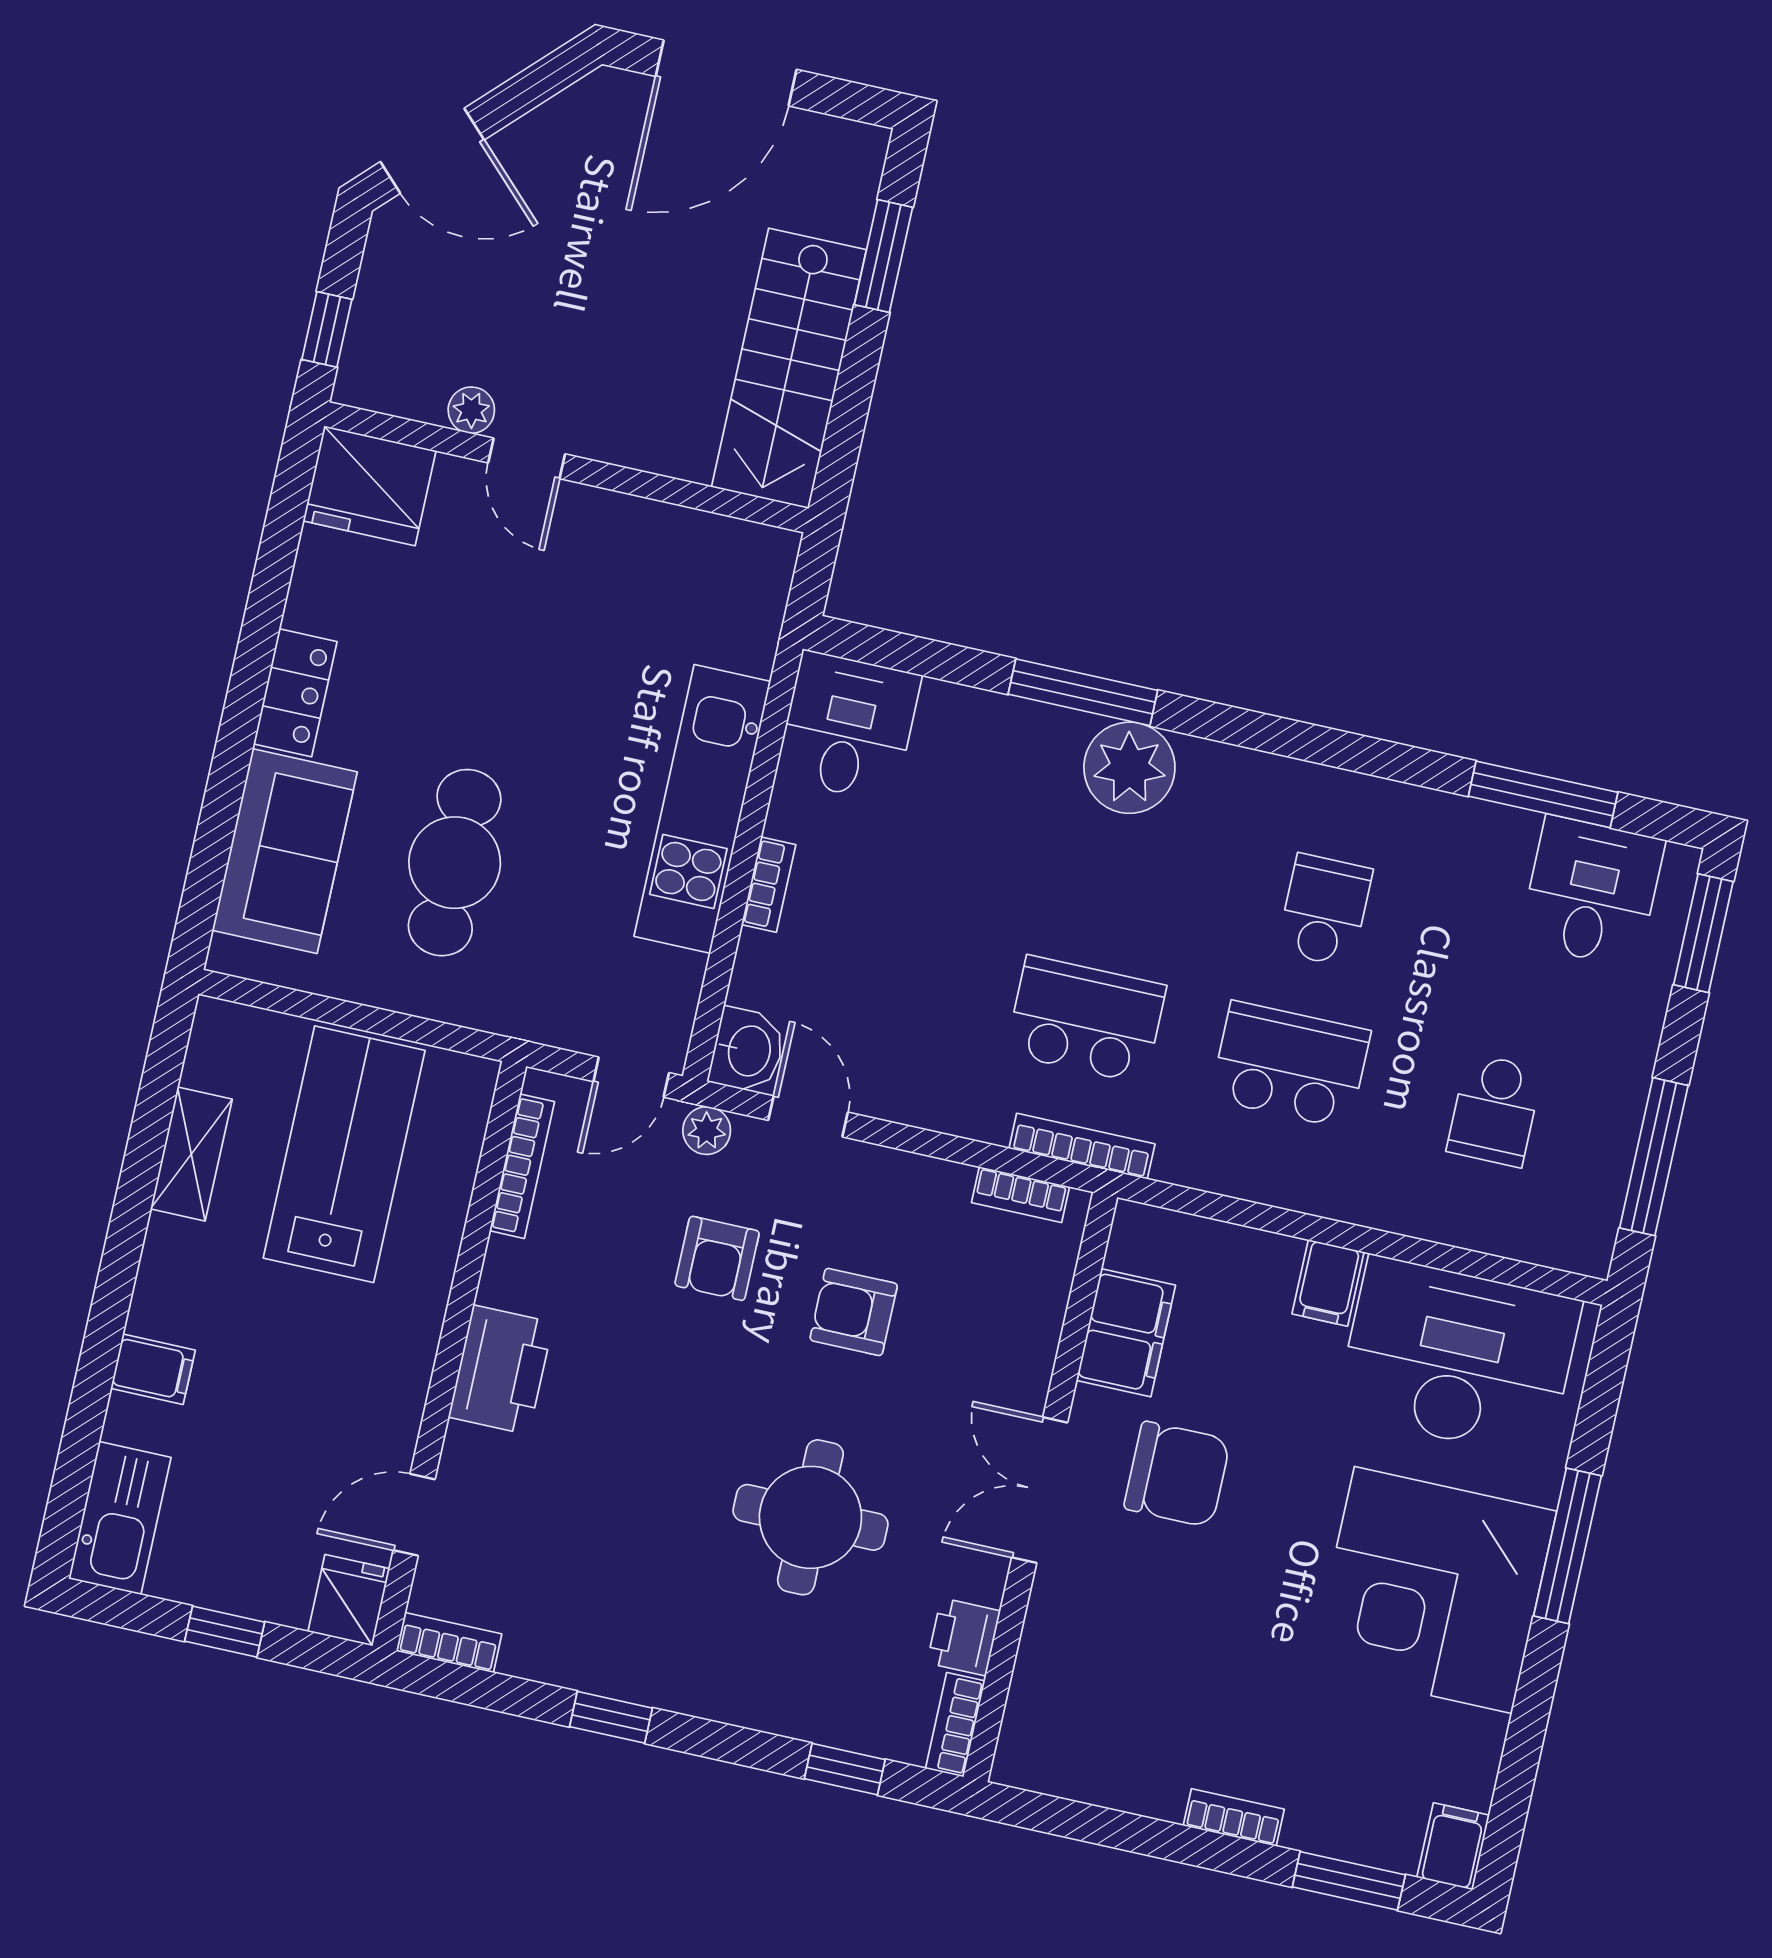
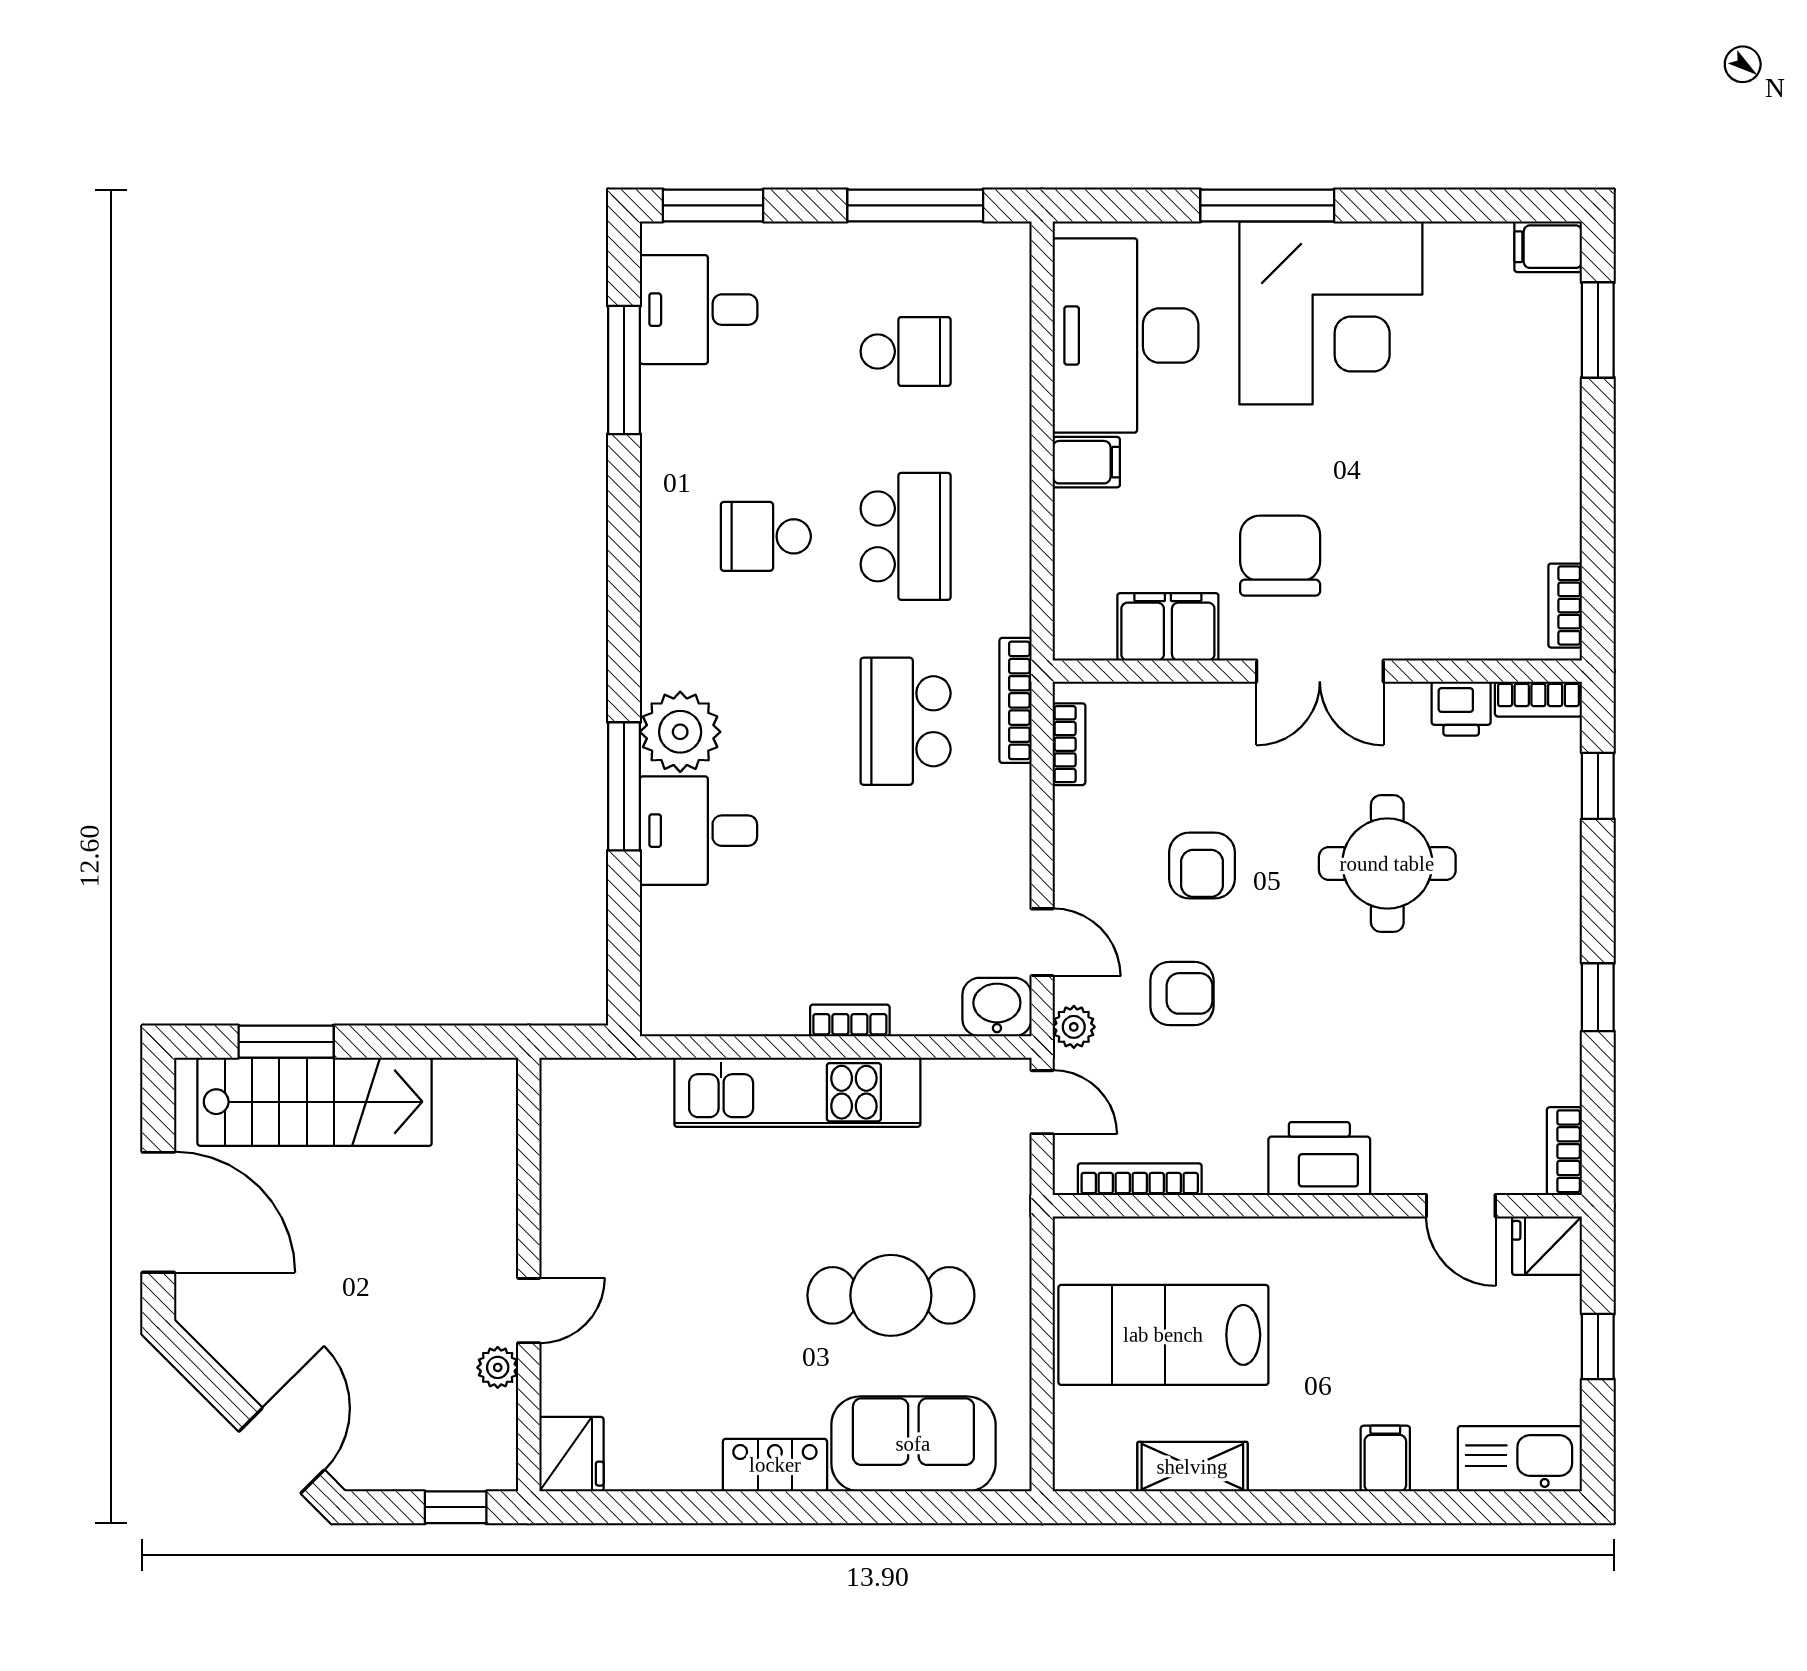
stairs: (789, 368) -> (315, 1102), moved
fridge: (370, 486) -> (571, 1454), width x0.73, depth x0.75
desk: (848, 727) -> (698, 831), moved
school desk: (1290, 1065) -> (906, 536), turned 180
door: (808, 1116) -> (1042, 942), swing flipped
bookcase: (1234, 1817) -> (1565, 606), moved

